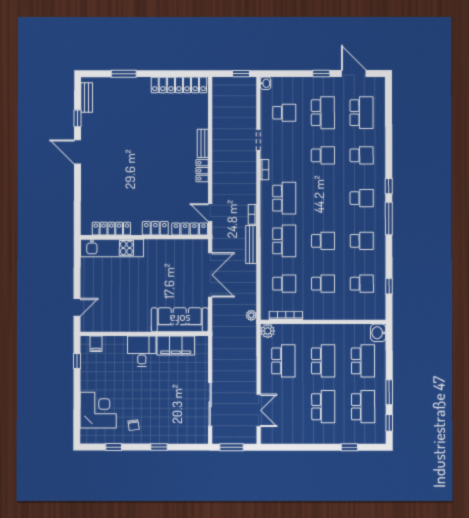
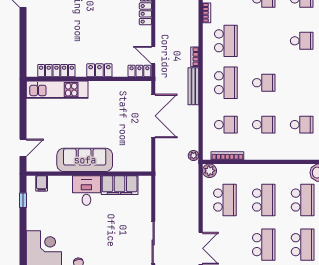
locker: (190, 229) -> (139, 71), width x0.66
school desk: (362, 241) -> (302, 83), removed
sofa: (180, 320) -> (85, 160), moved

